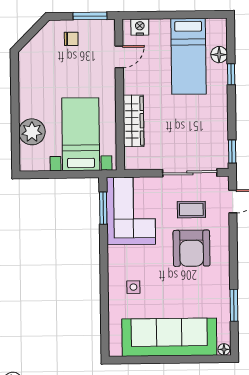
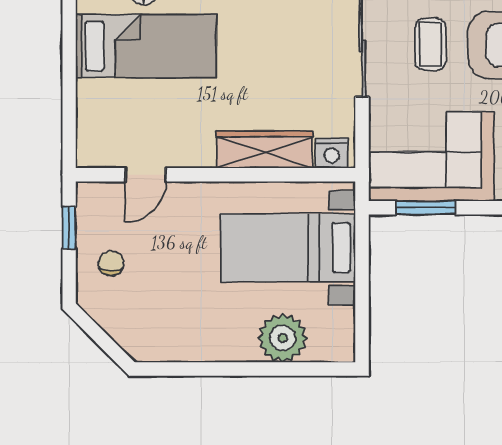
window: (90, 16) -> (69, 228), width x0.67
nightstand: (140, 27) -> (332, 153), moved, turned -90
door: (119, 57) -> (145, 175), swing flipped

